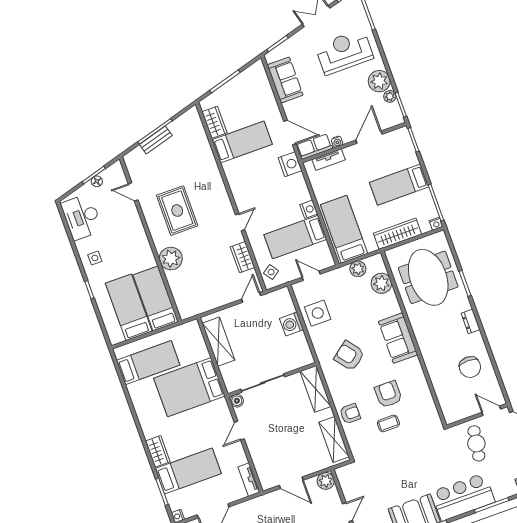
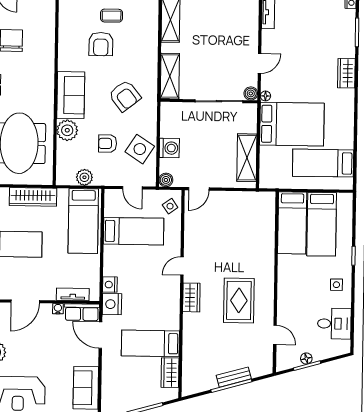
nightstand: (309, 209) -> (110, 285), moved
desk: (82, 217) -> (334, 324), width x0.73
wardrobe: (243, 257) -> (191, 297), moved
plant: (171, 259) -> (263, 256), removed
plant: (381, 283) -> (67, 130), moved
boiler: (284, 294) -> (166, 180), added
side table: (318, 313) -> (140, 149), turned 33
floor lamp: (223, 403) -> (265, 96), added
armchair: (350, 414) -> (108, 143), moved
bed: (188, 471) -> (324, 43), removed

